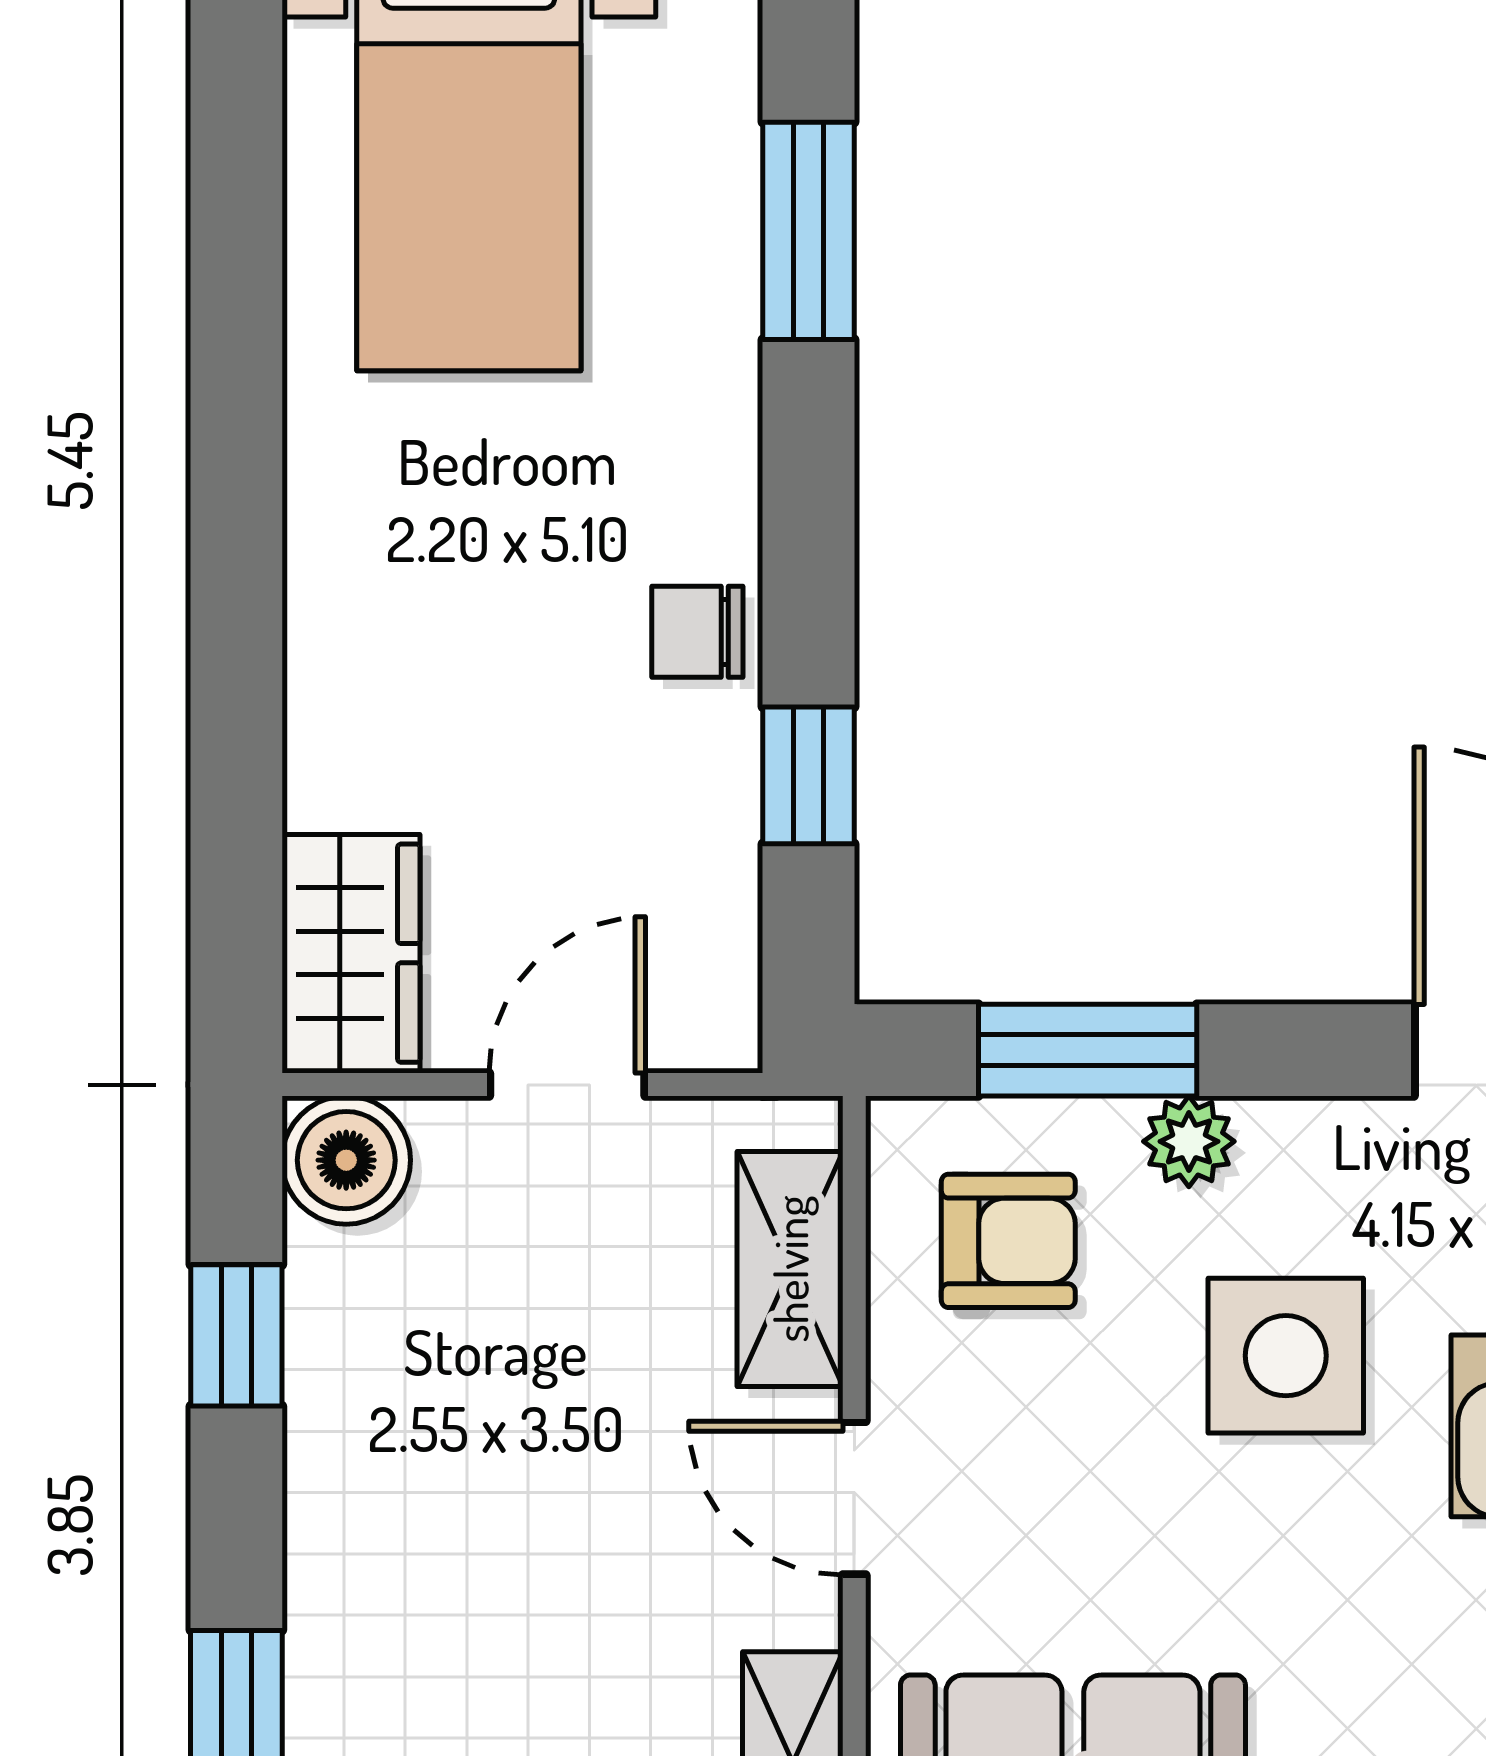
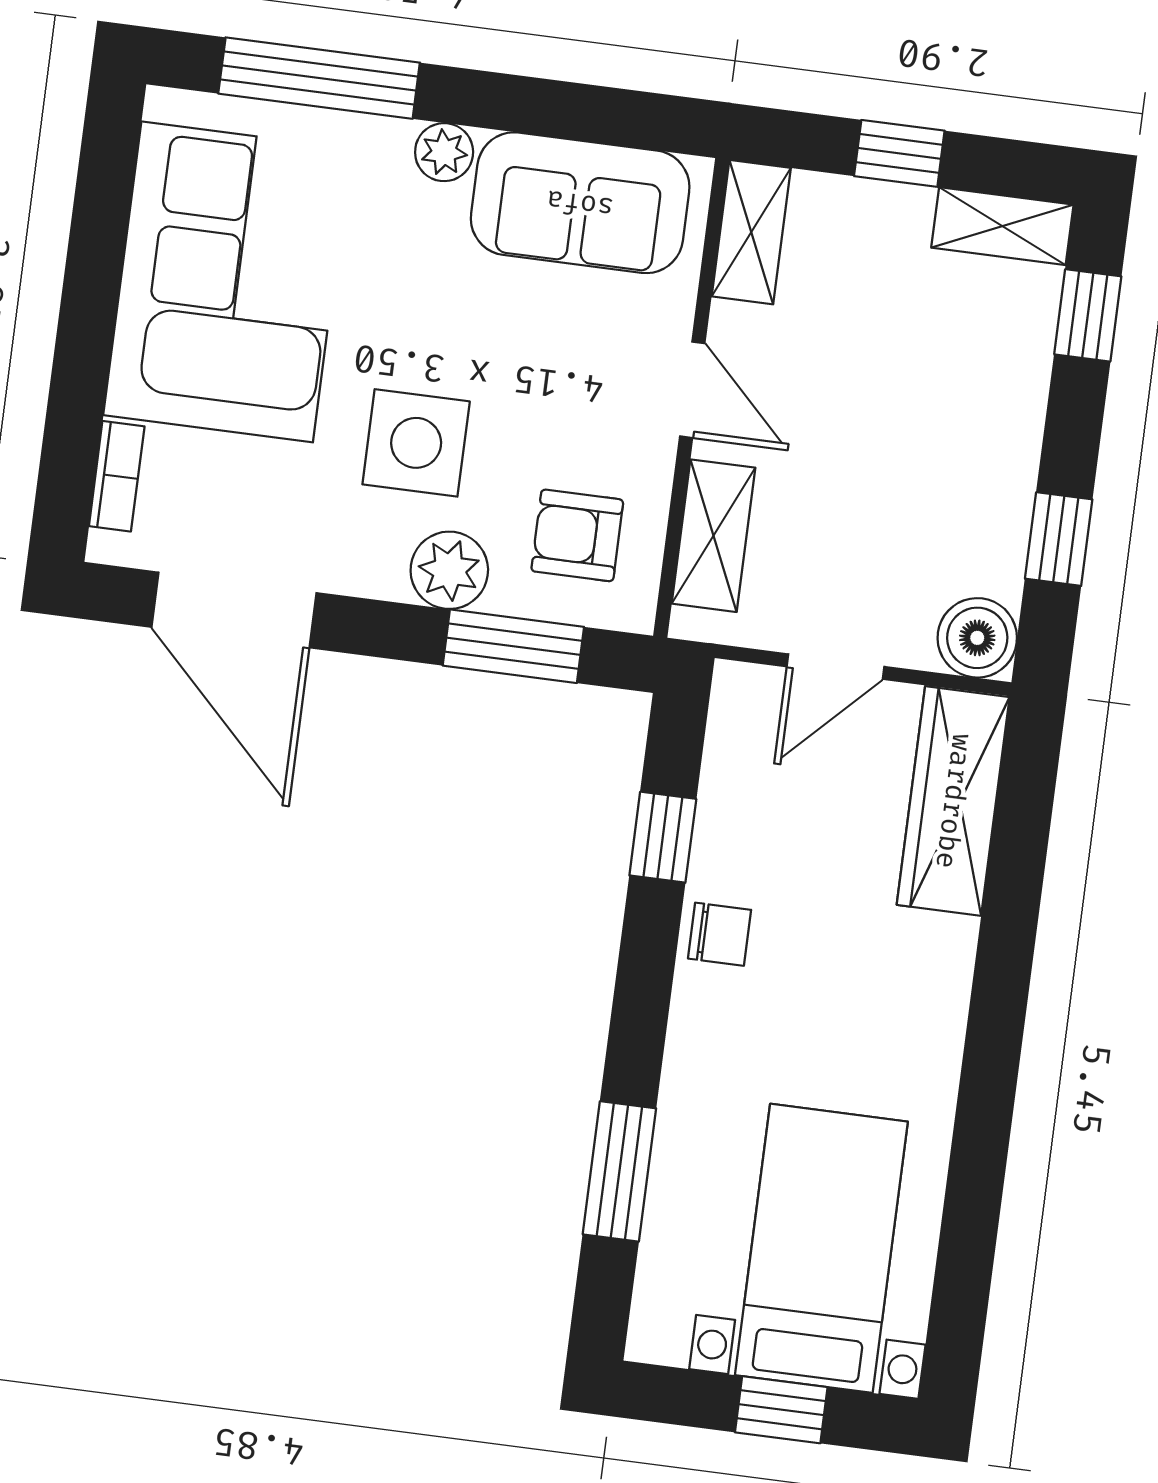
wardrobe: (351, 953) -> (953, 801), width x1.50
plant: (1189, 1141) -> (449, 570), width x1.38, depth x1.38

